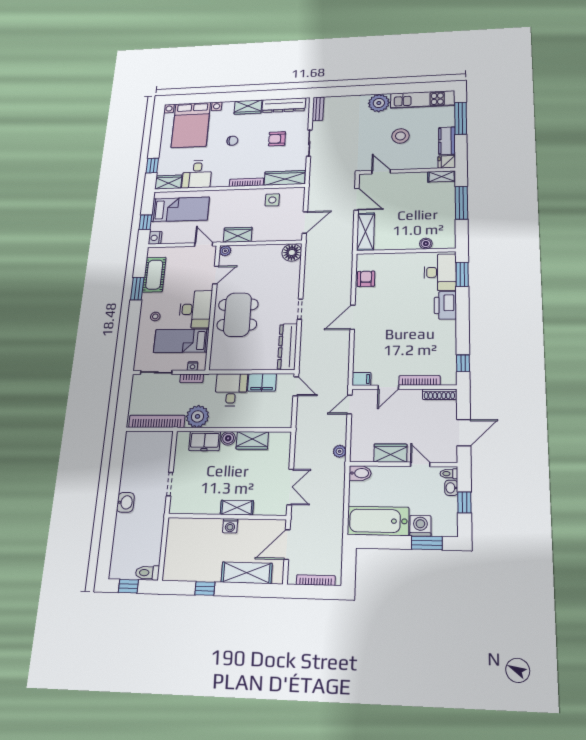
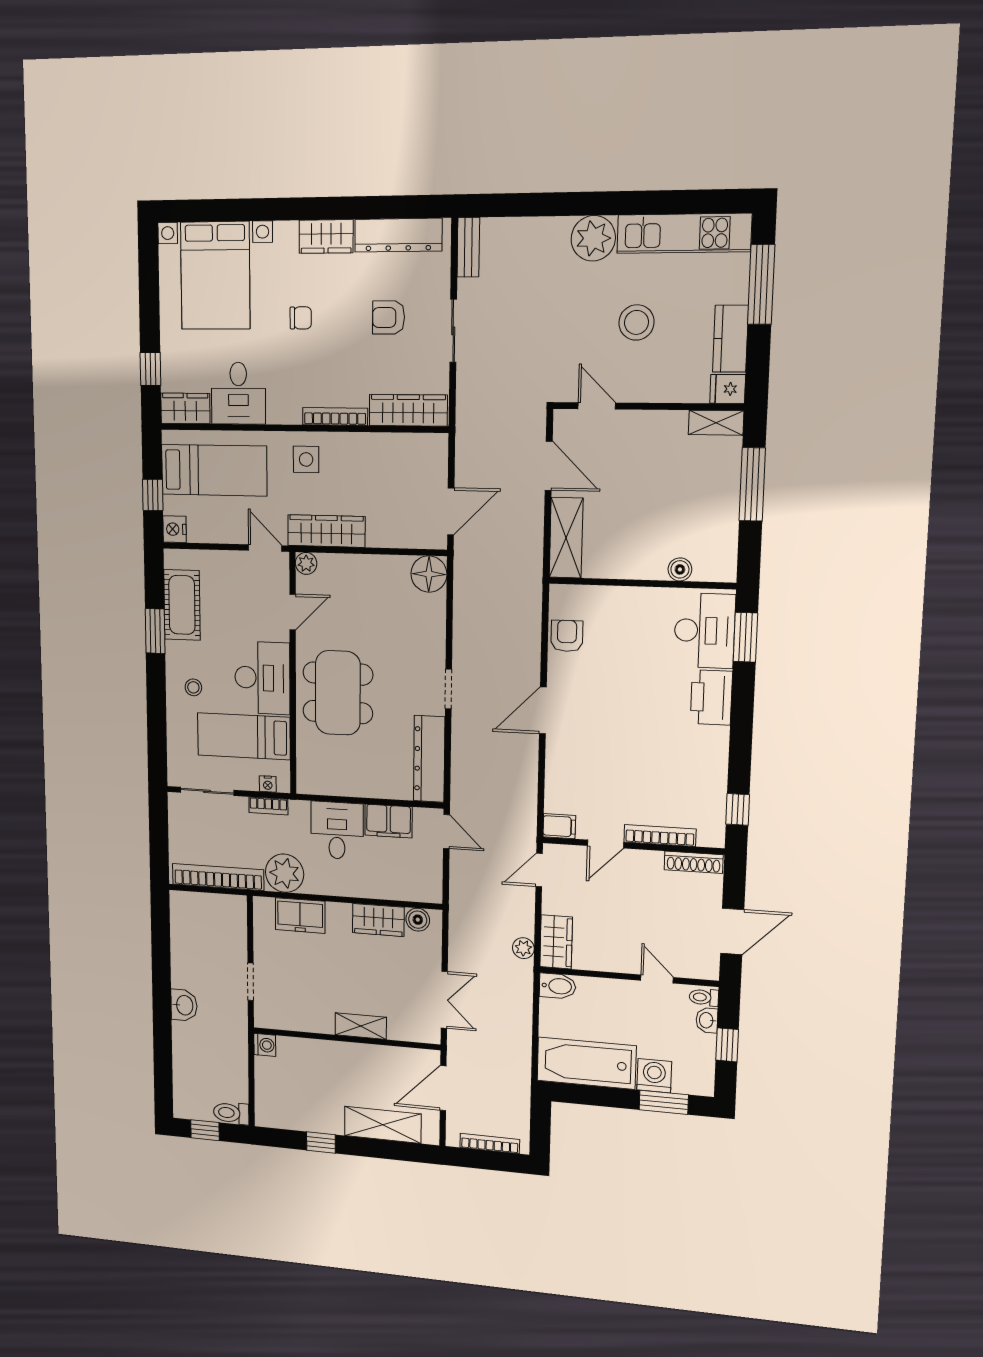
side table: (272, 200) -> (306, 459), moved
wardrobe: (238, 235) -> (326, 531), width x1.50
boiler: (228, 438) -> (418, 920), moved
wardrobe: (390, 453) -> (556, 942), moved, turned 90
washing machine: (230, 526) -> (265, 1045), moved, turned -90

